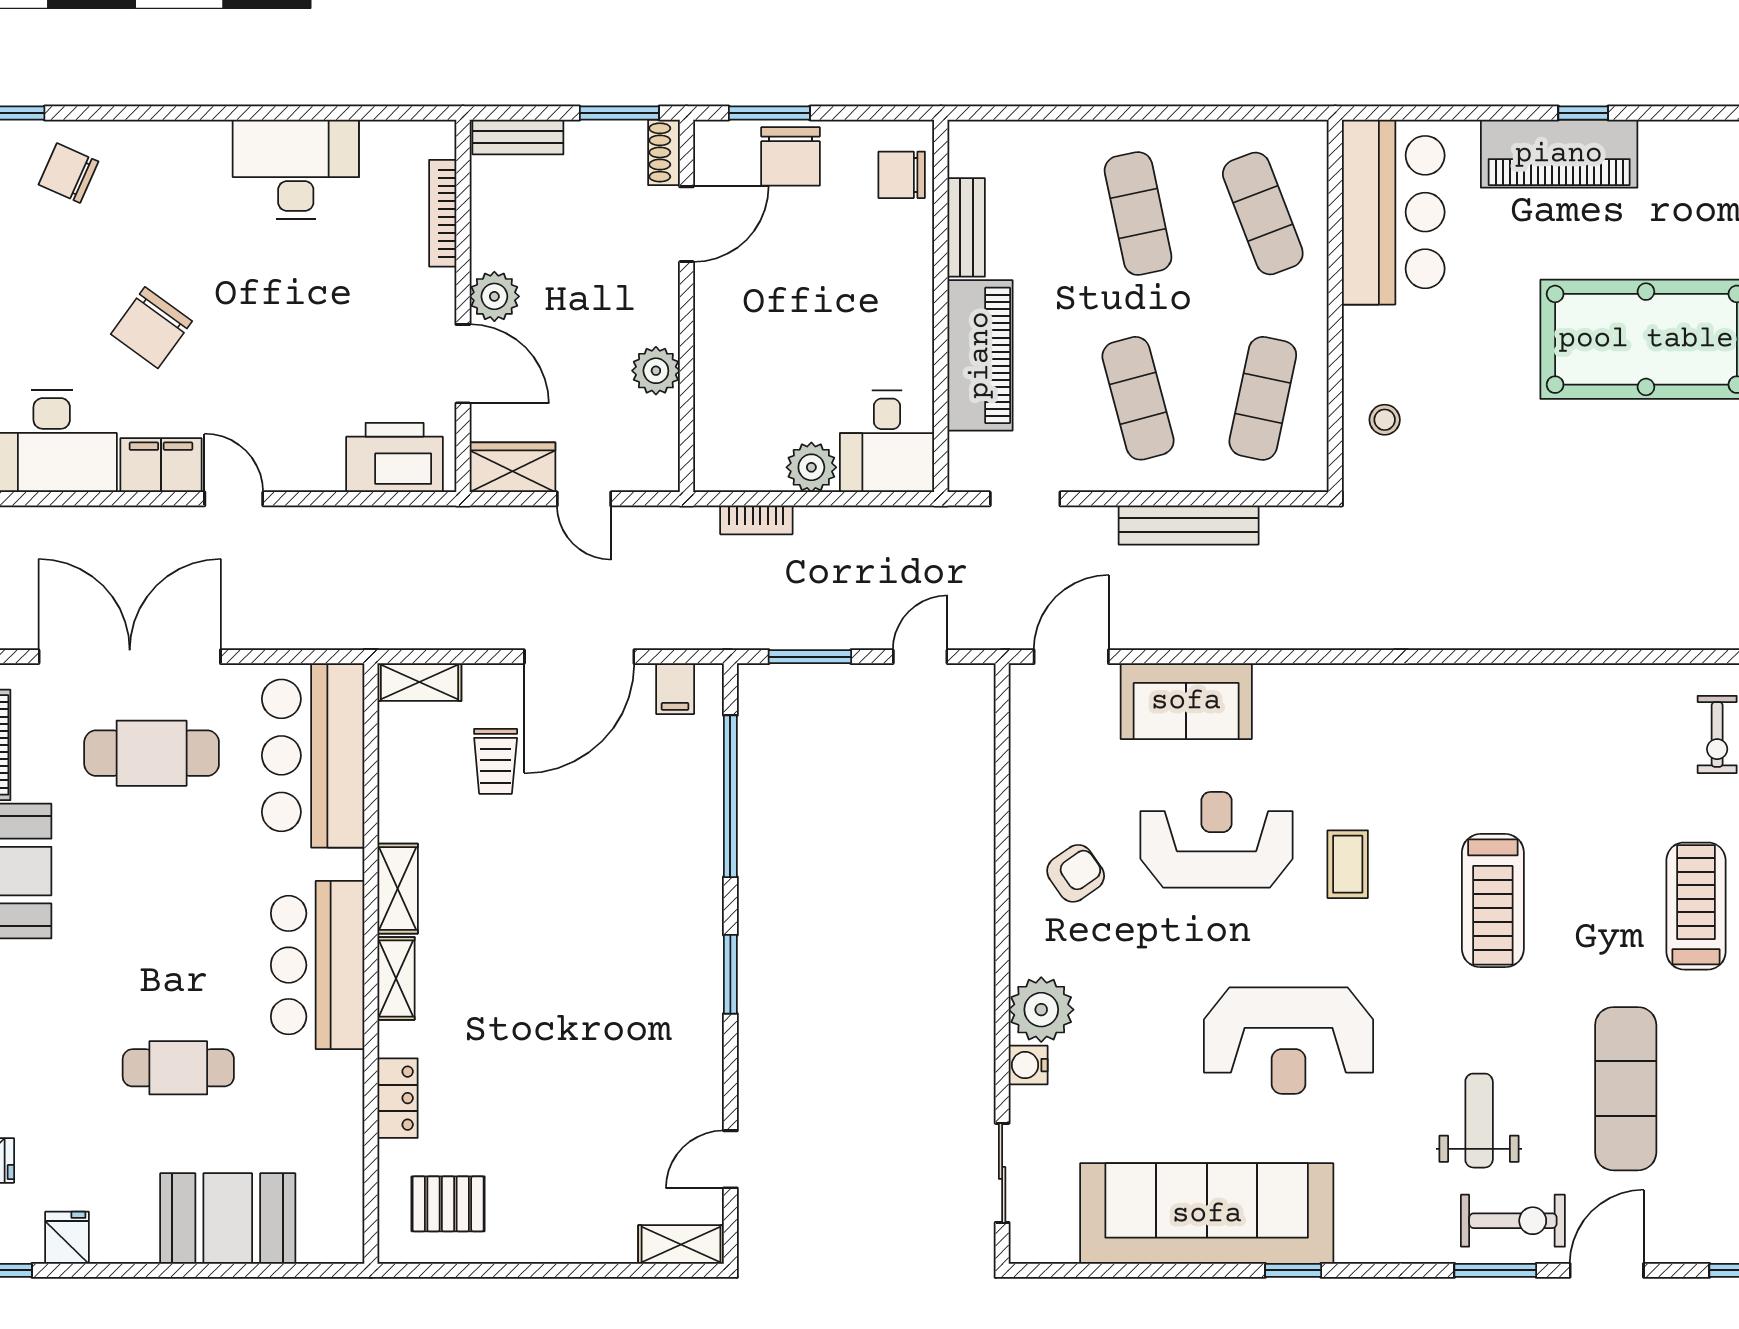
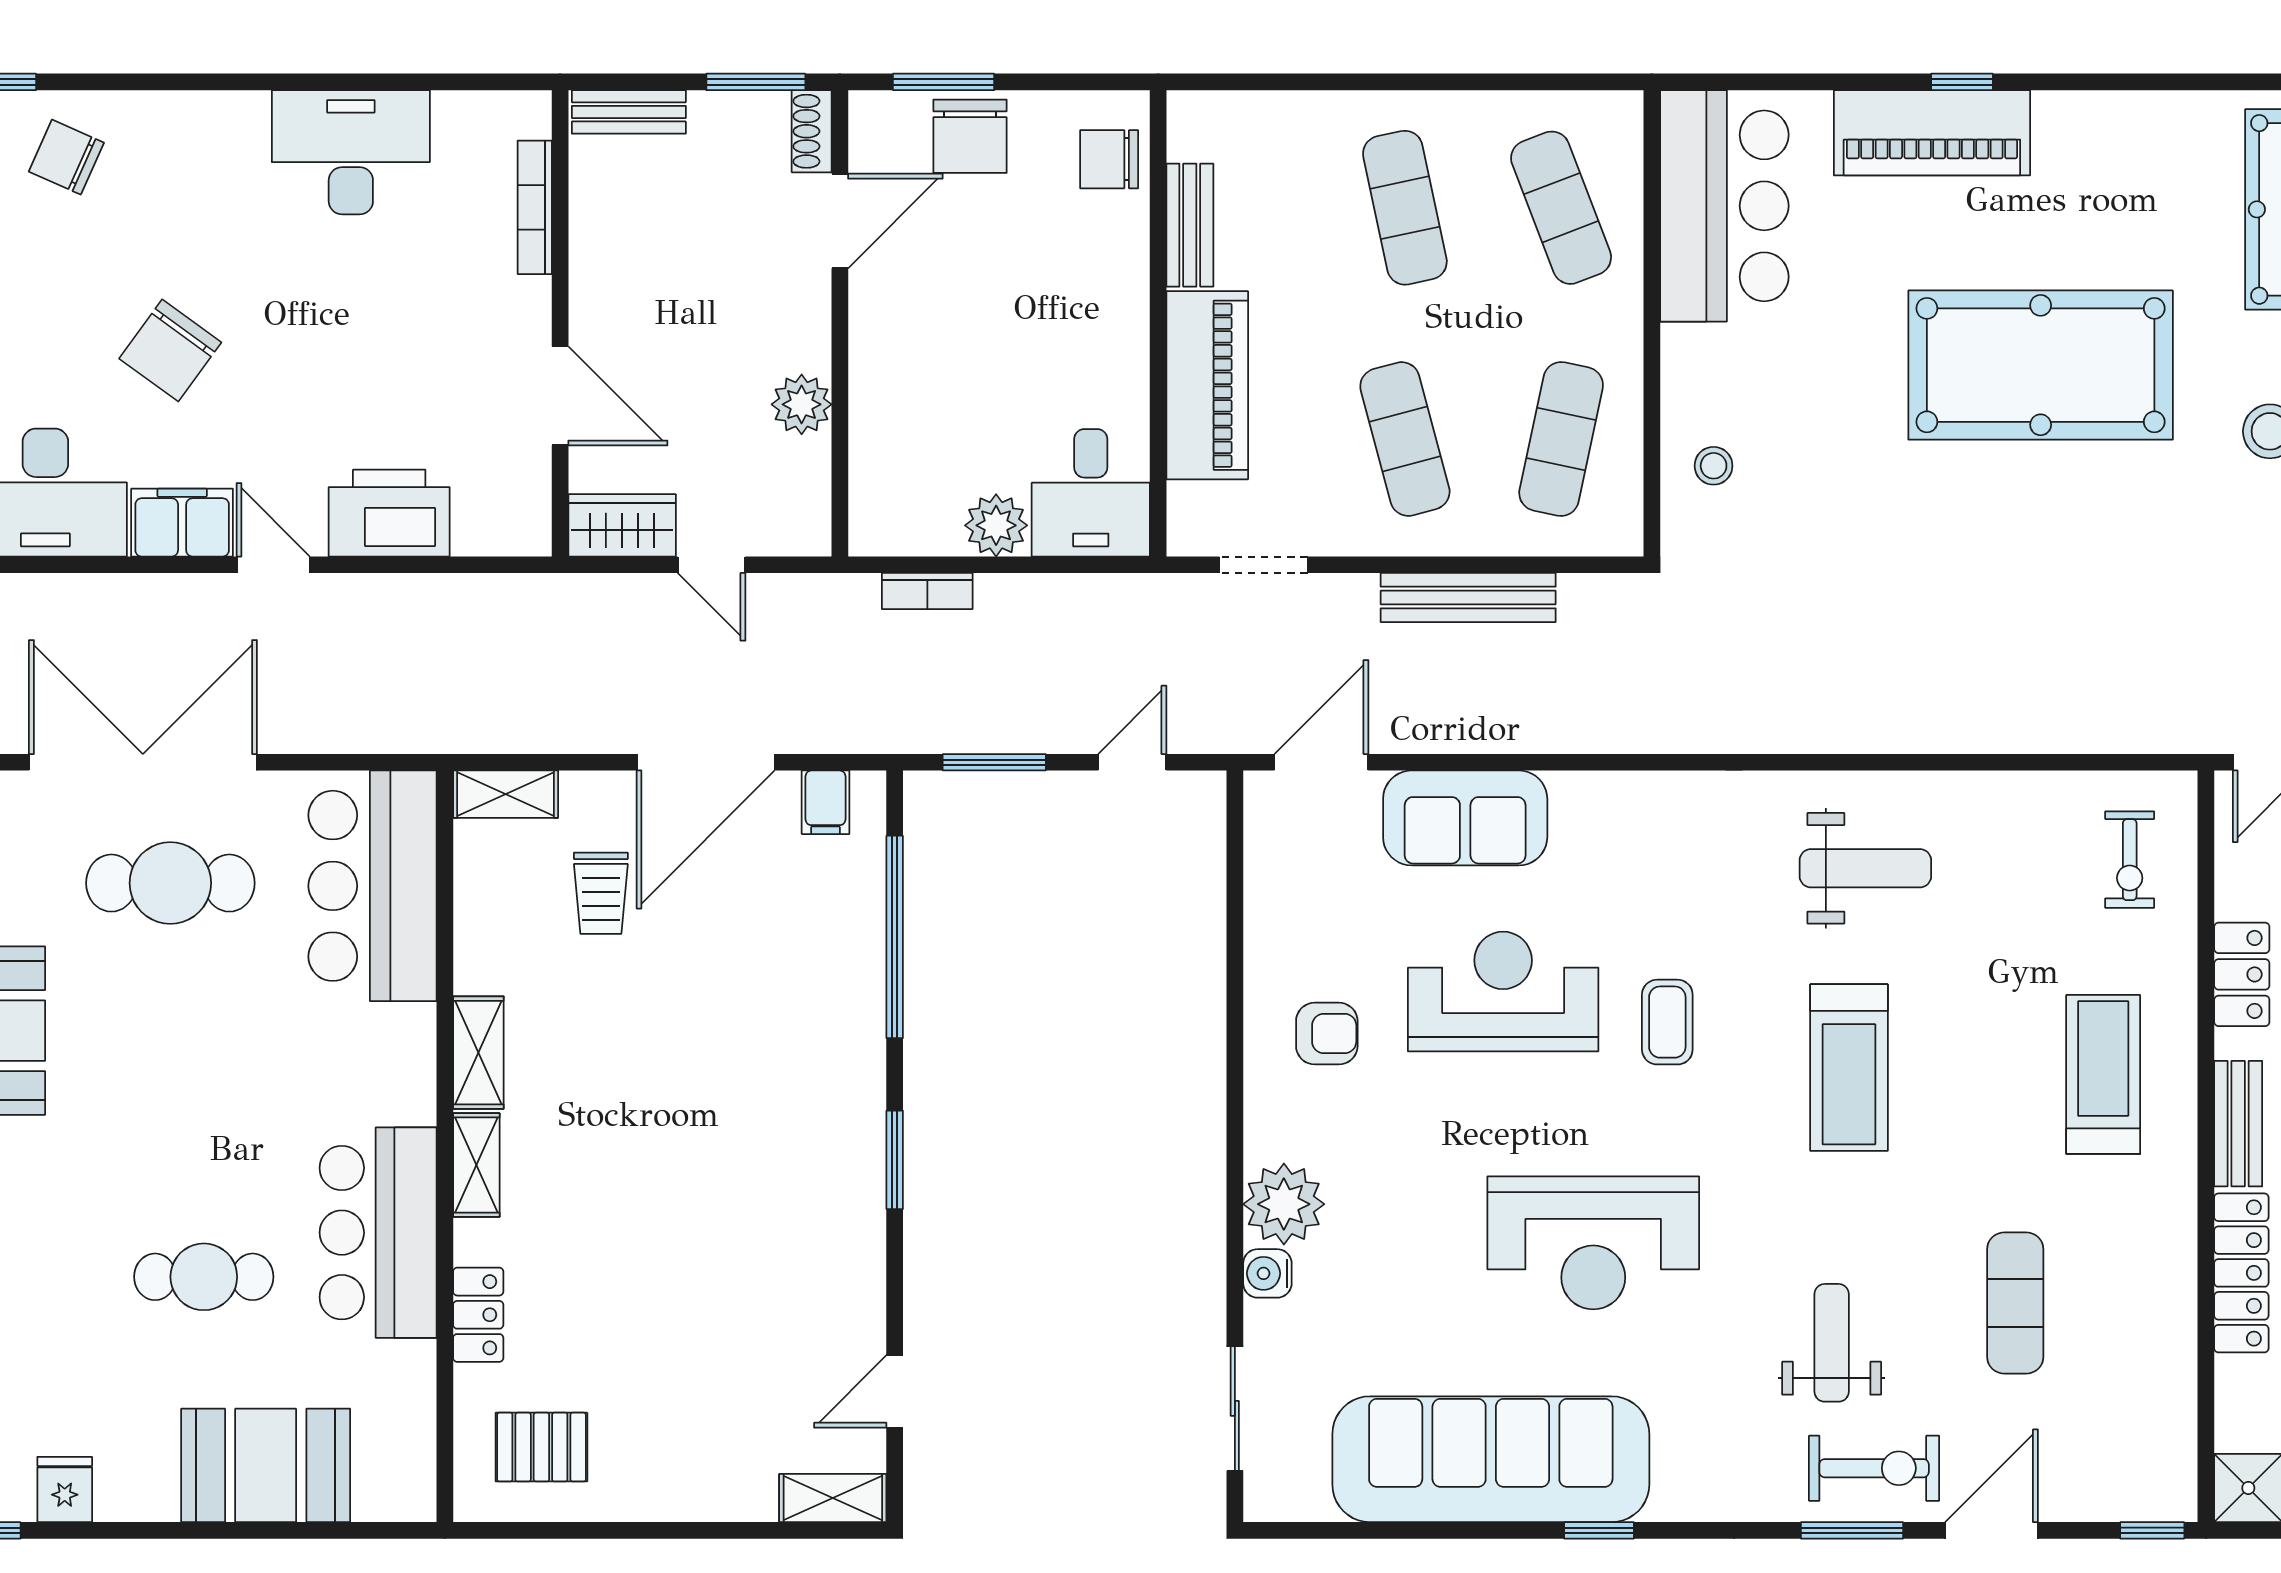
plant: (494, 296) -> (599, 311), removed
printer: (395, 458) -> (389, 513), moved
weight bench: (1506, 741) -> (1865, 868), added
armchair: (1076, 873) -> (1327, 1034), turned 35
bar counter: (318, 965) -> (378, 1233), moved
exercise mat: (1626, 1089) -> (2015, 1303), width x0.73, depth x0.69

